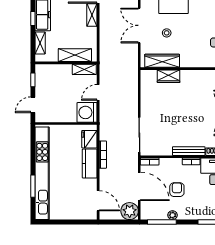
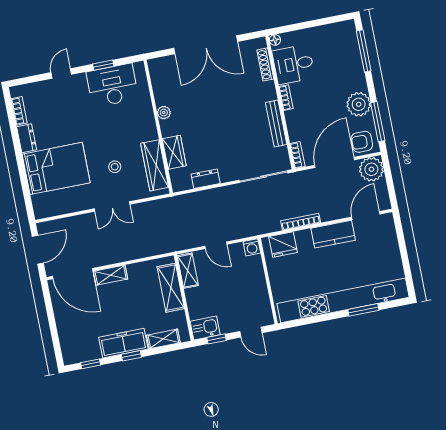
double door: (139, 25) -> (112, 207), width x0.73
kitchen sink: (42, 74) -> (205, 328), added
plant: (198, 74) -> (164, 113), added
dresser: (146, 94) -> (206, 179), added
washing machine: (87, 112) -> (252, 247), width x0.53, depth x0.53
bench: (189, 151) -> (276, 123), moved
kitchen counter: (90, 164) -> (333, 234), moved
armchair: (177, 190) -> (362, 142), moved
plant: (172, 215) -> (359, 104), width x1.87, depth x1.87

